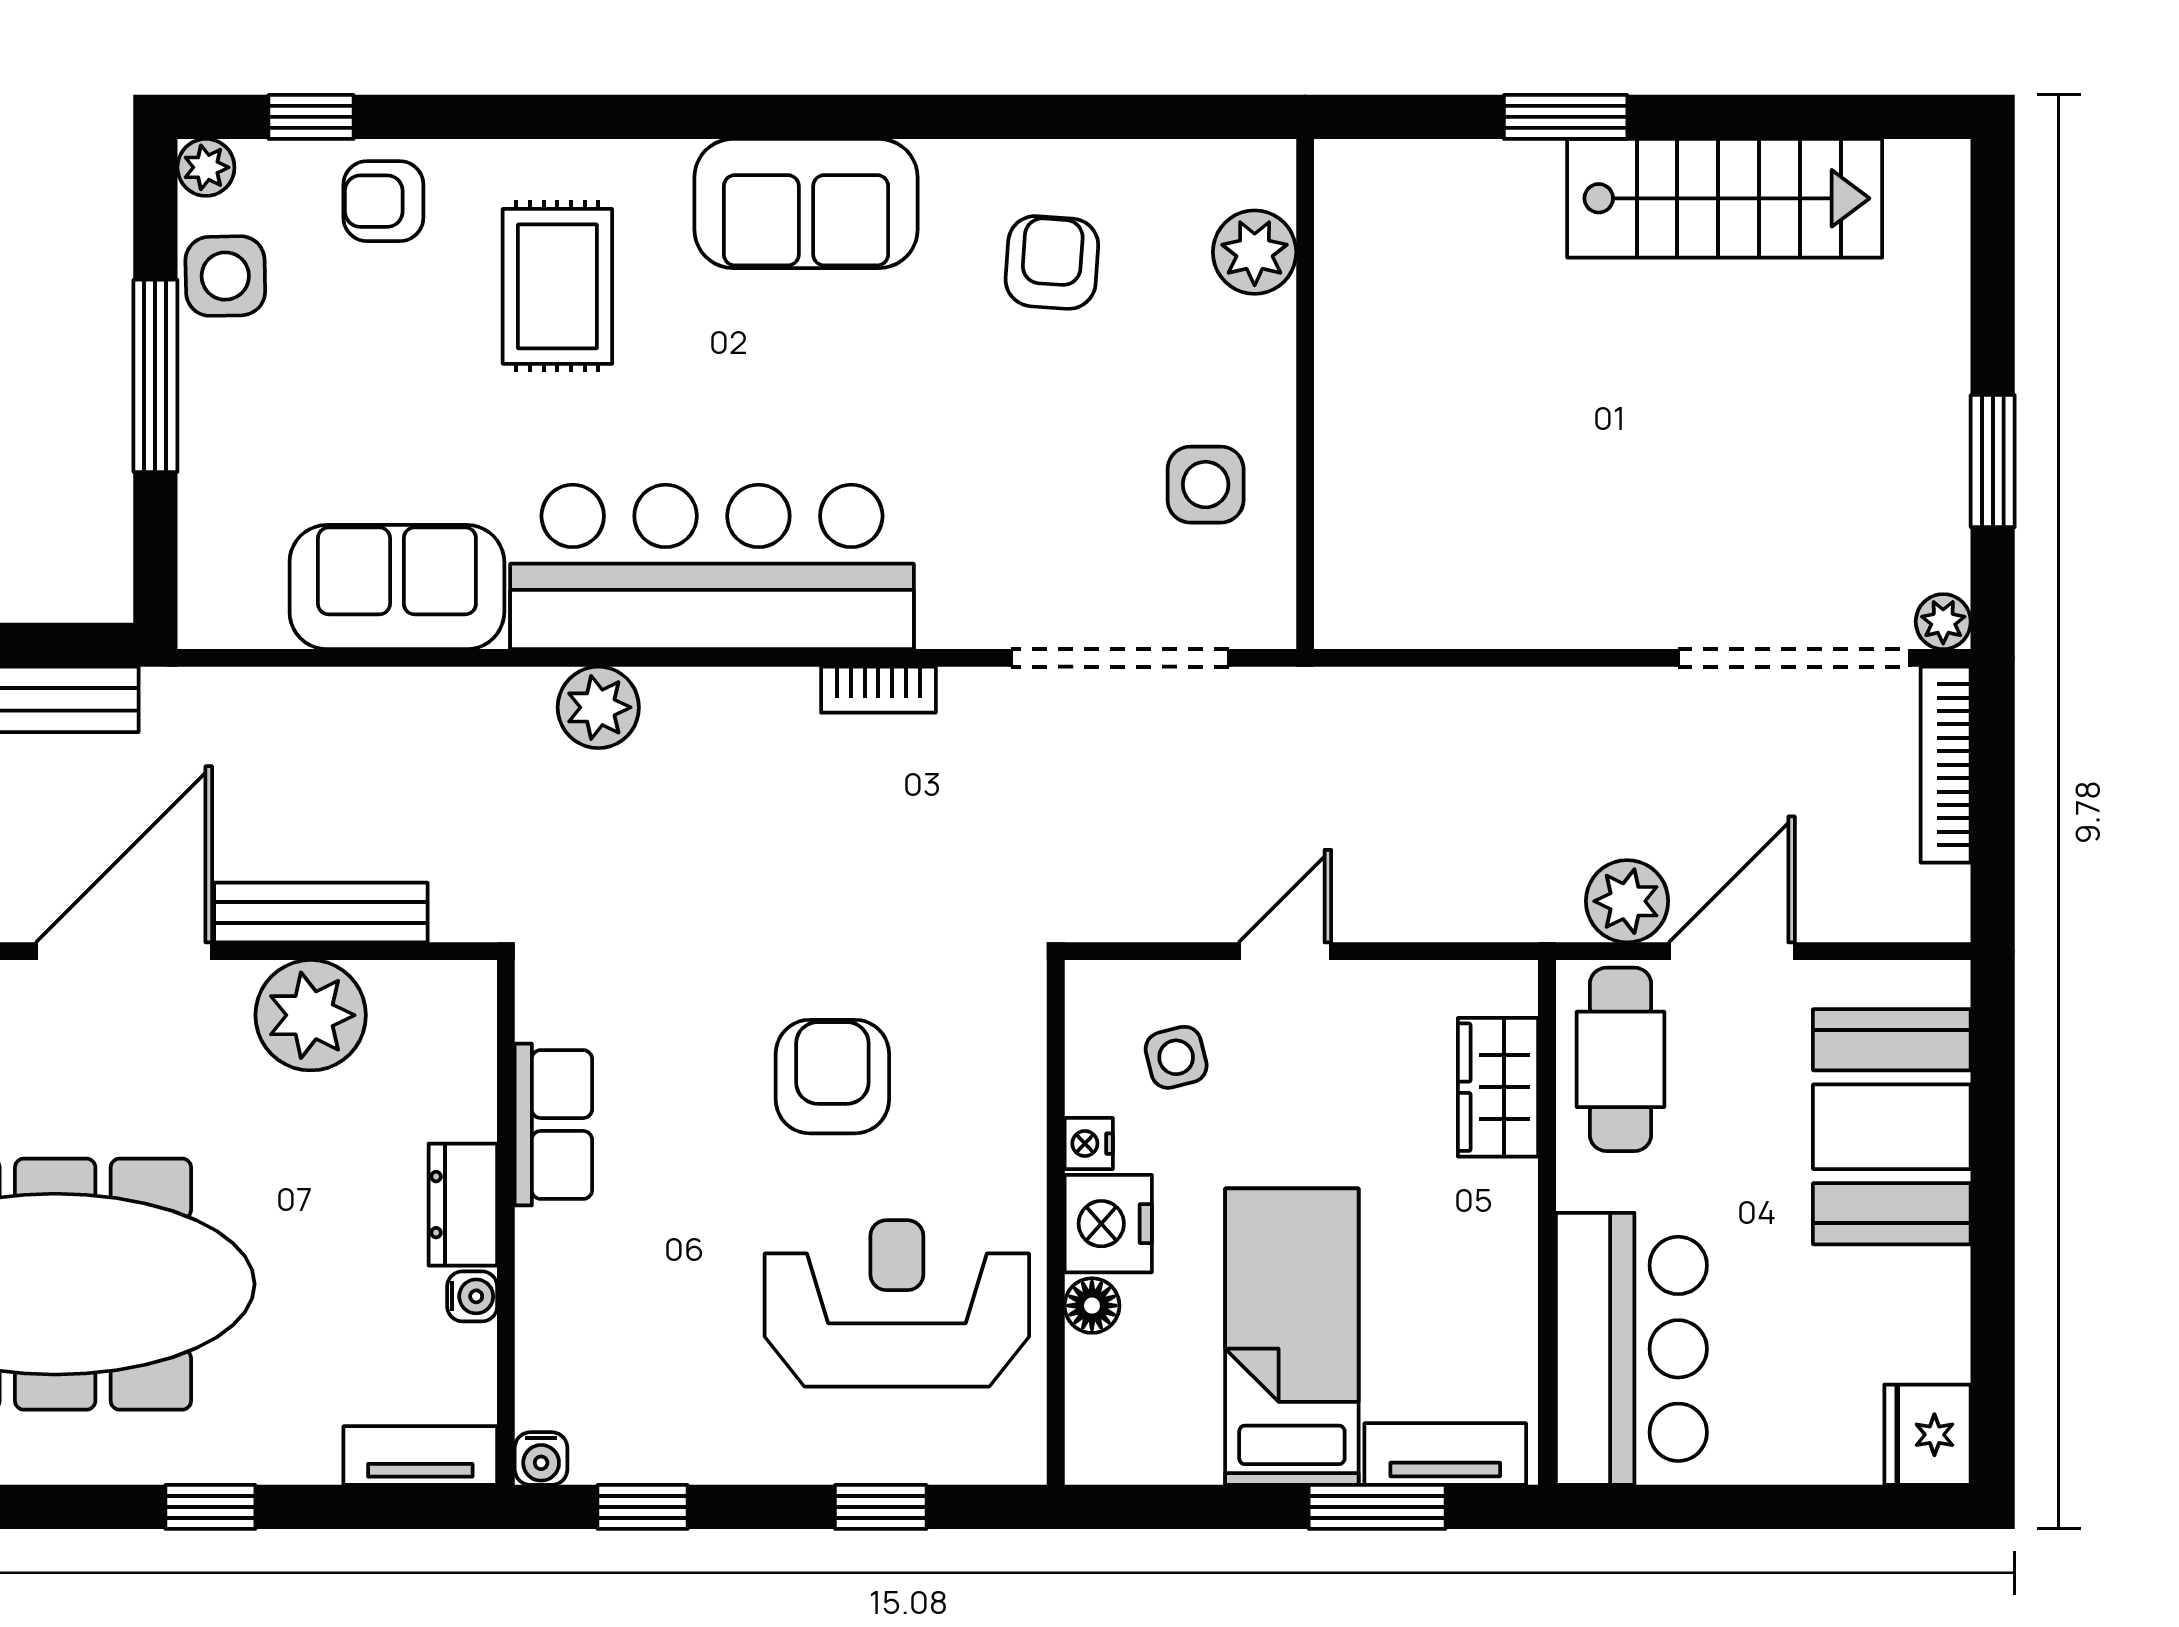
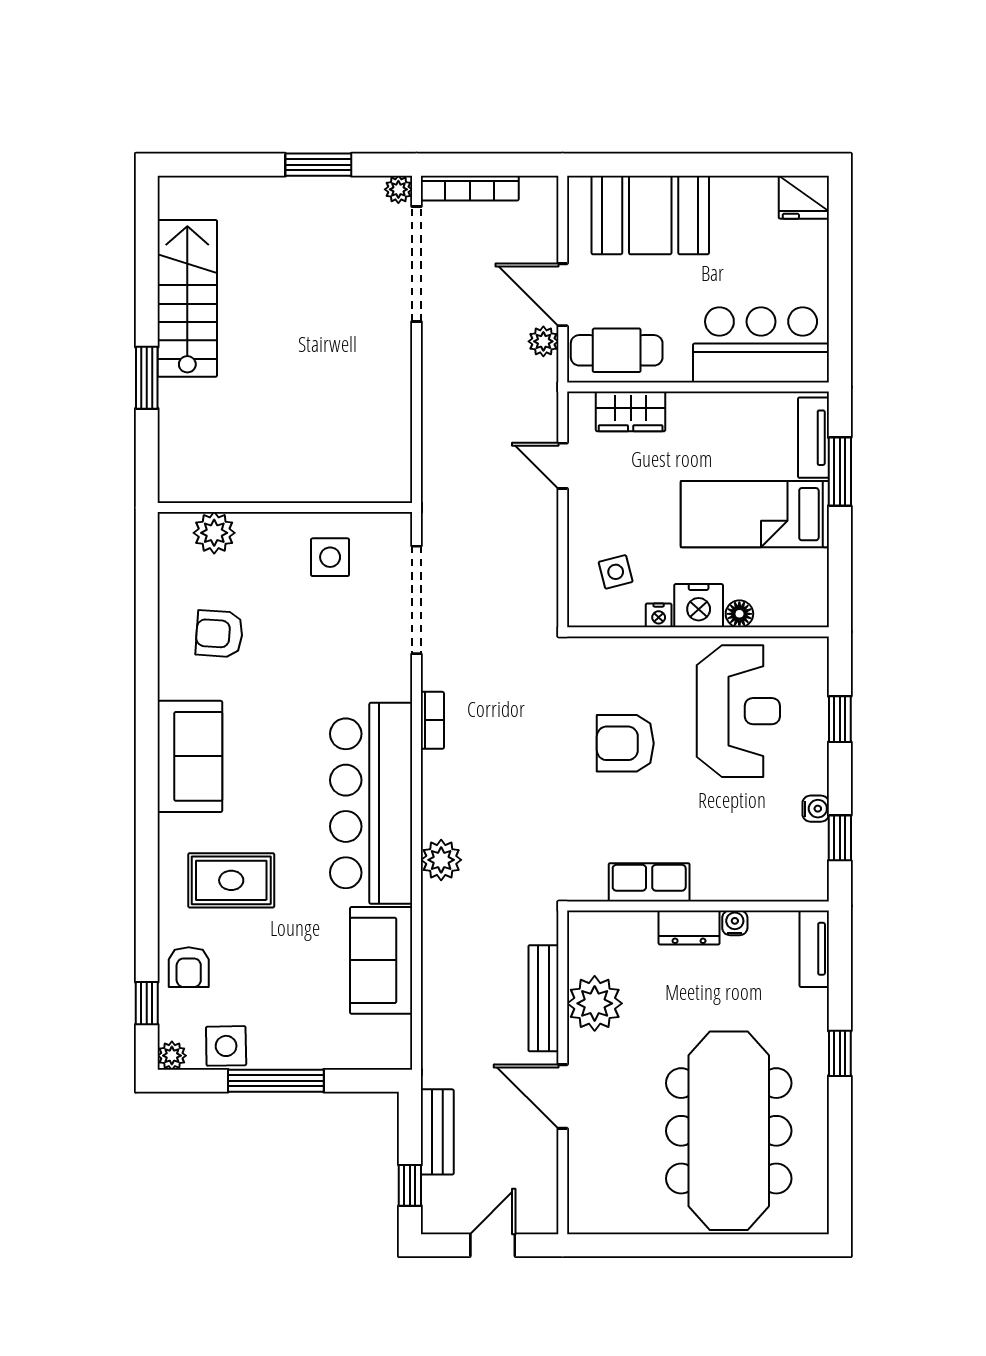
plant: (1627, 901) -> (543, 341), width x0.73, depth x0.73
door: (124, 951) -> (563, 1097), width x0.73
door: (1285, 951) -> (563, 466), moved
reception desk: (897, 1303) -> (738, 711), turned 180
water cooler: (541, 1459) -> (816, 809), moved

